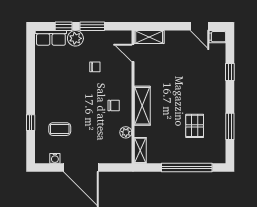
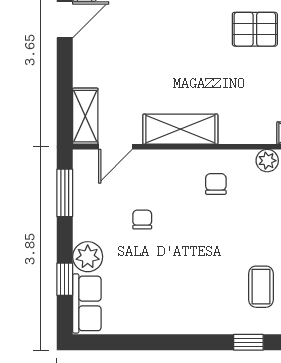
window: (92, 26) -> (65, 193), moved
shelving: (142, 106) -> (180, 129), moved

